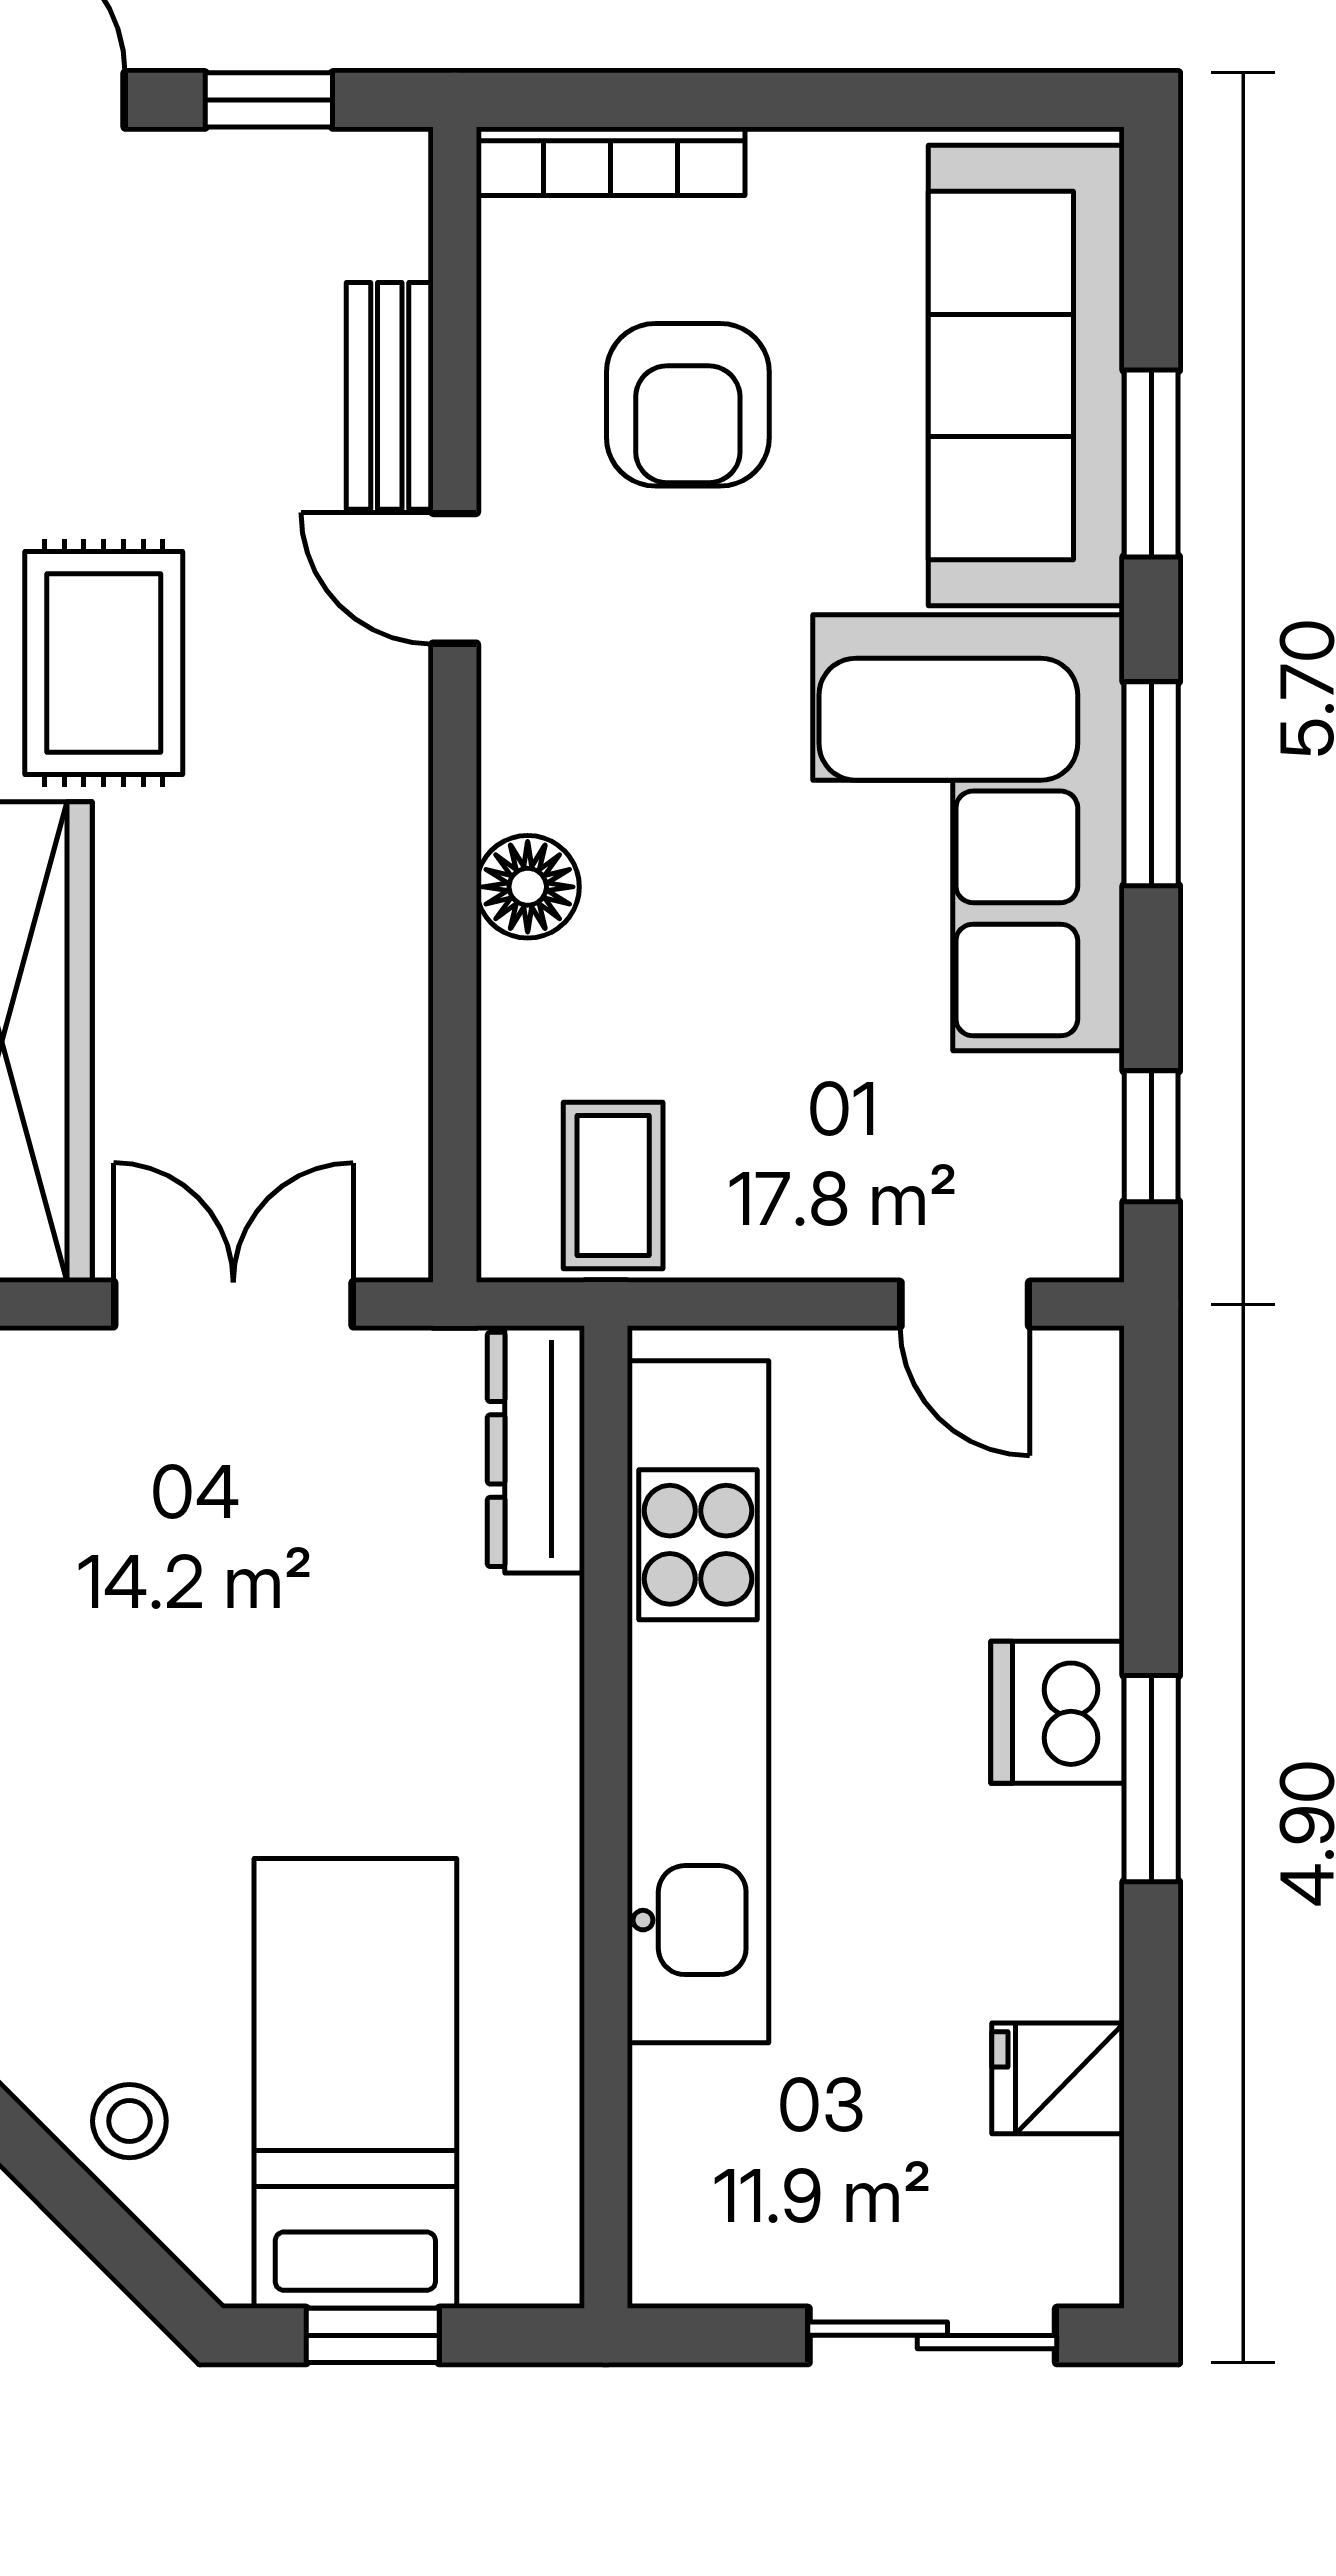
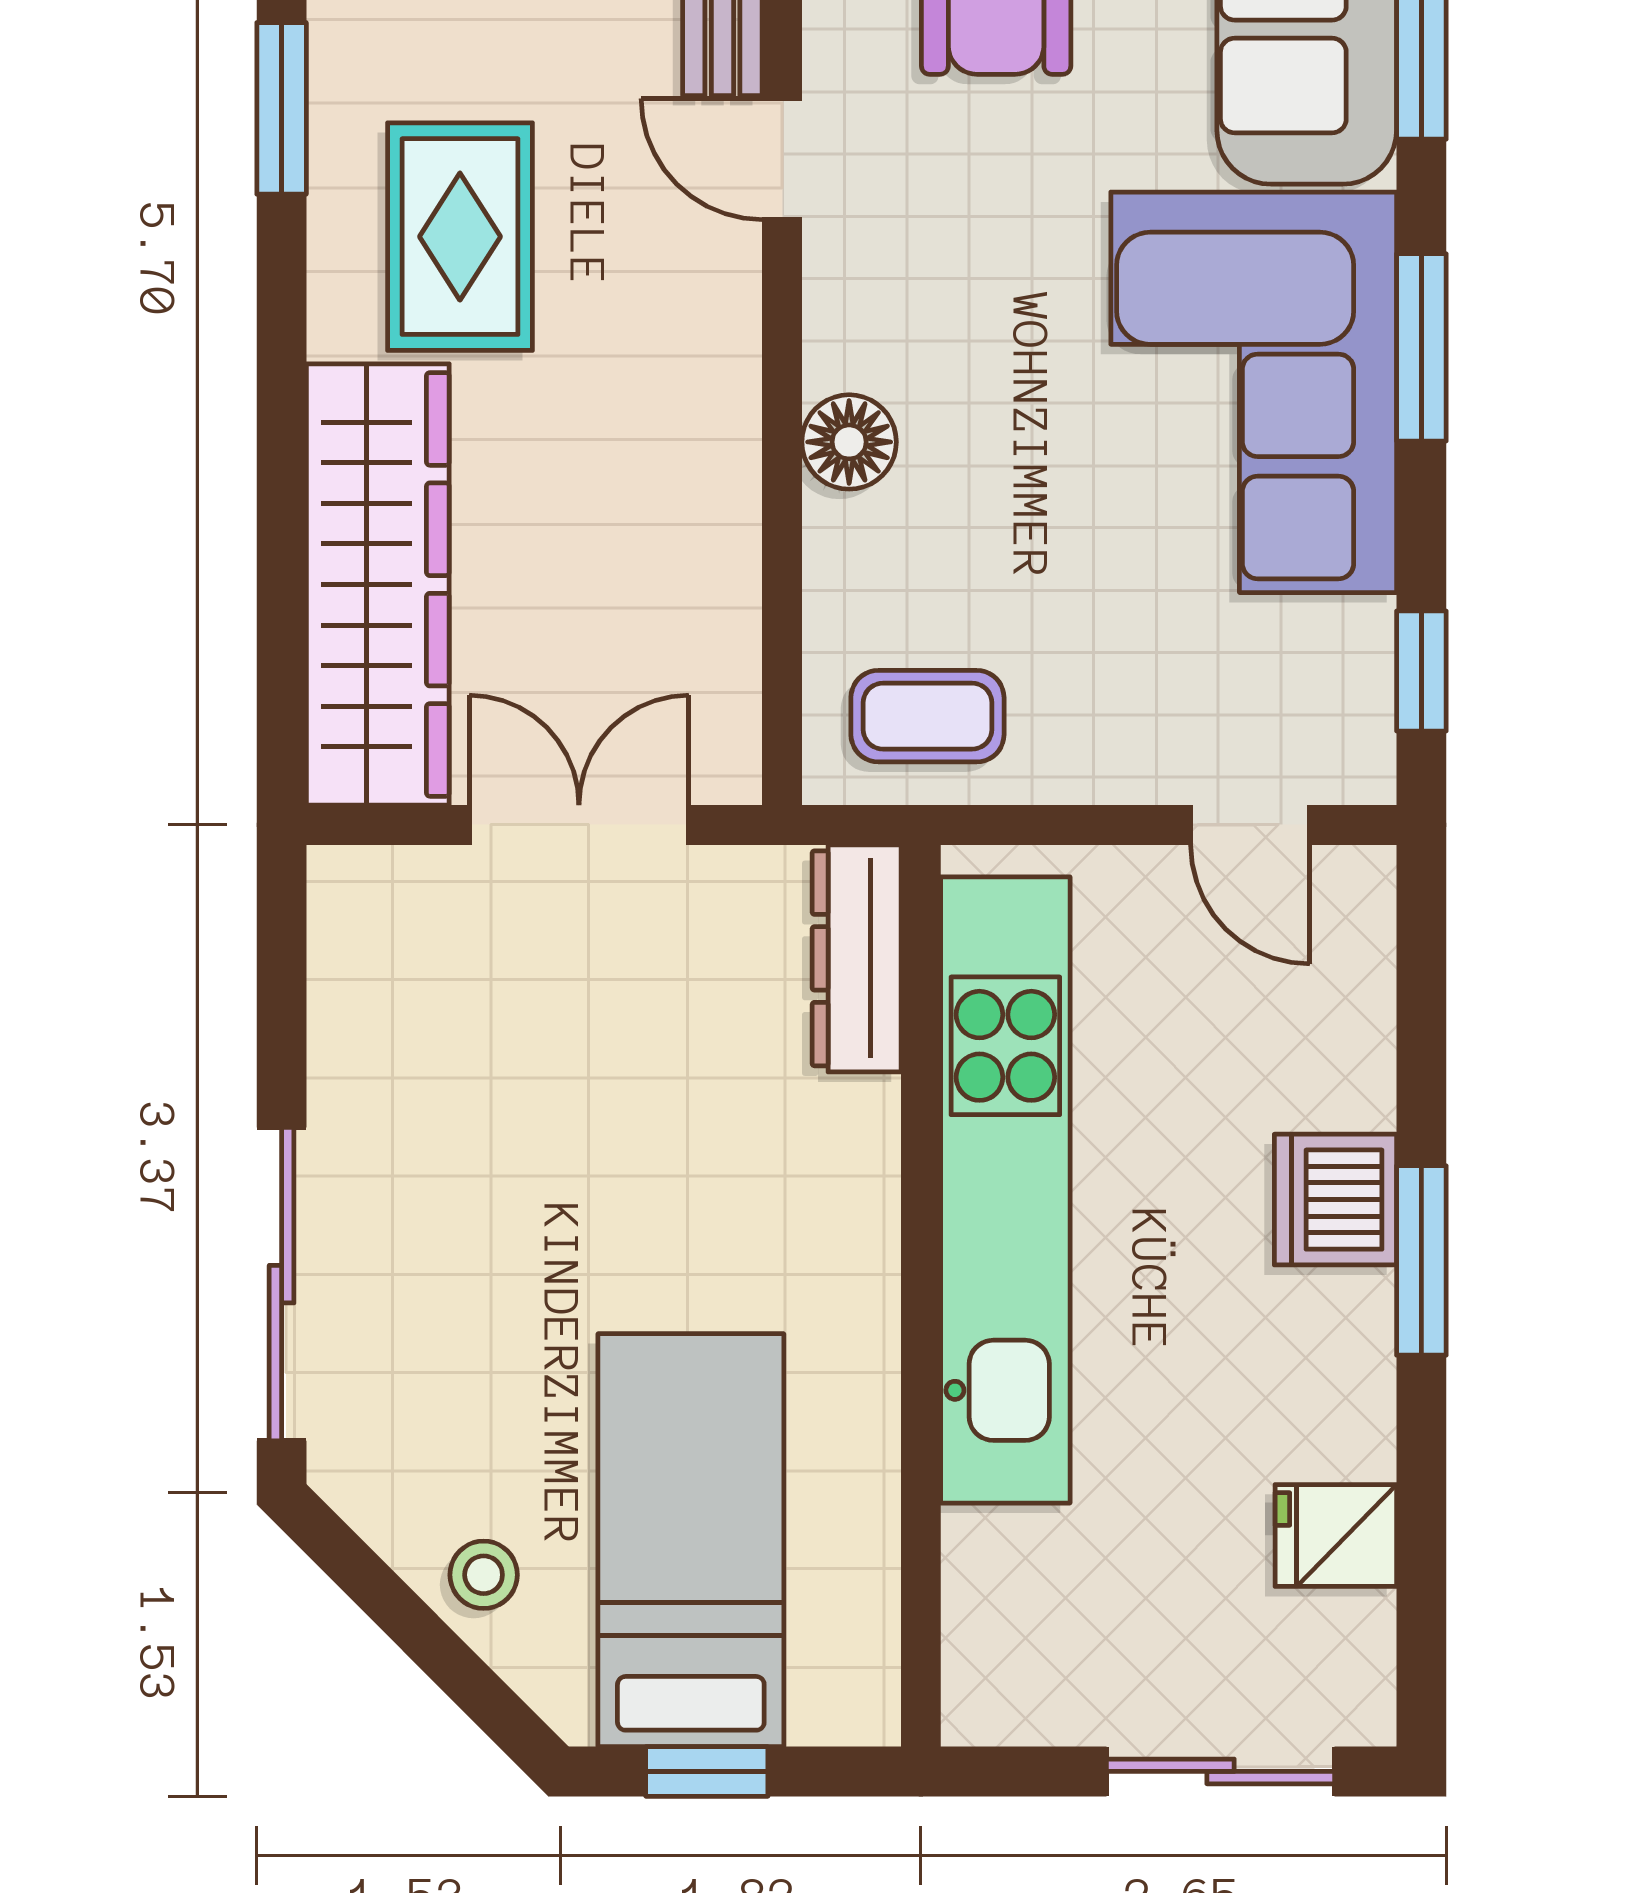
coffee table: (613, 1186) -> (927, 716), turned 90

